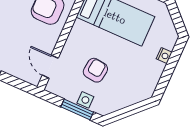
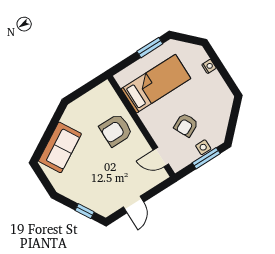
armchair: (95, 70) -> (186, 125), turned -123

